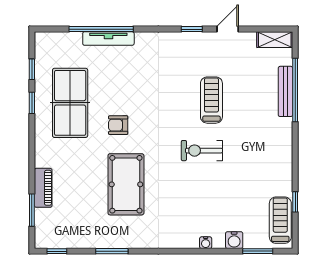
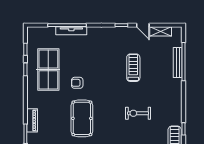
door: (228, 29) -> (143, 25), swing flipped
shelving: (275, 40) -> (161, 31), moved
exercise bike: (202, 151) -> (138, 113), moved

